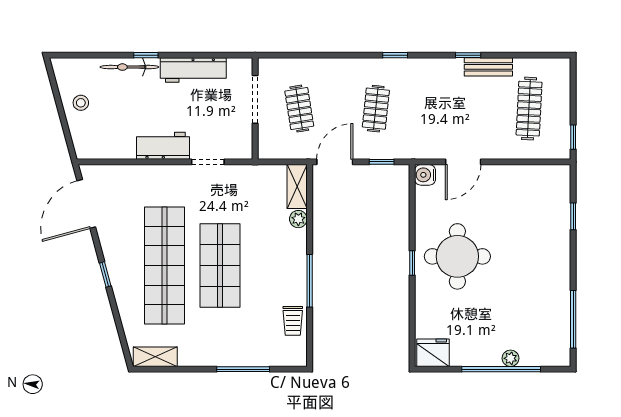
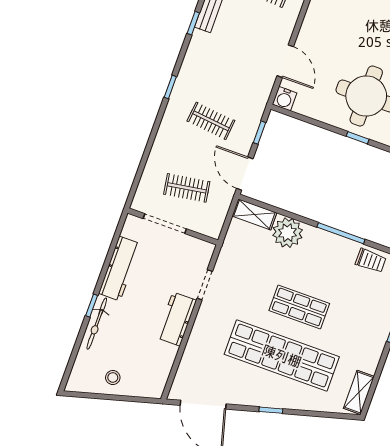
plant: (298, 219) -> (288, 233), width x1.88, depth x1.88
shop shelf: (220, 266) -> (299, 307), width x0.70, depth x0.74

